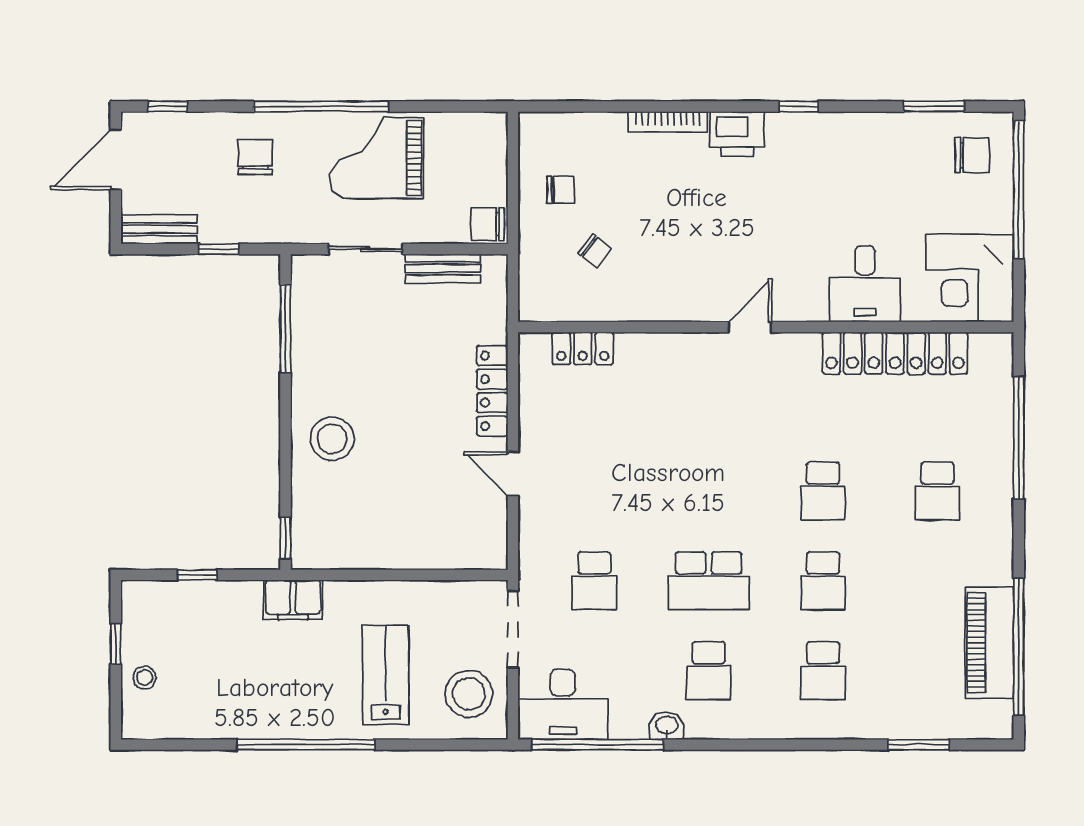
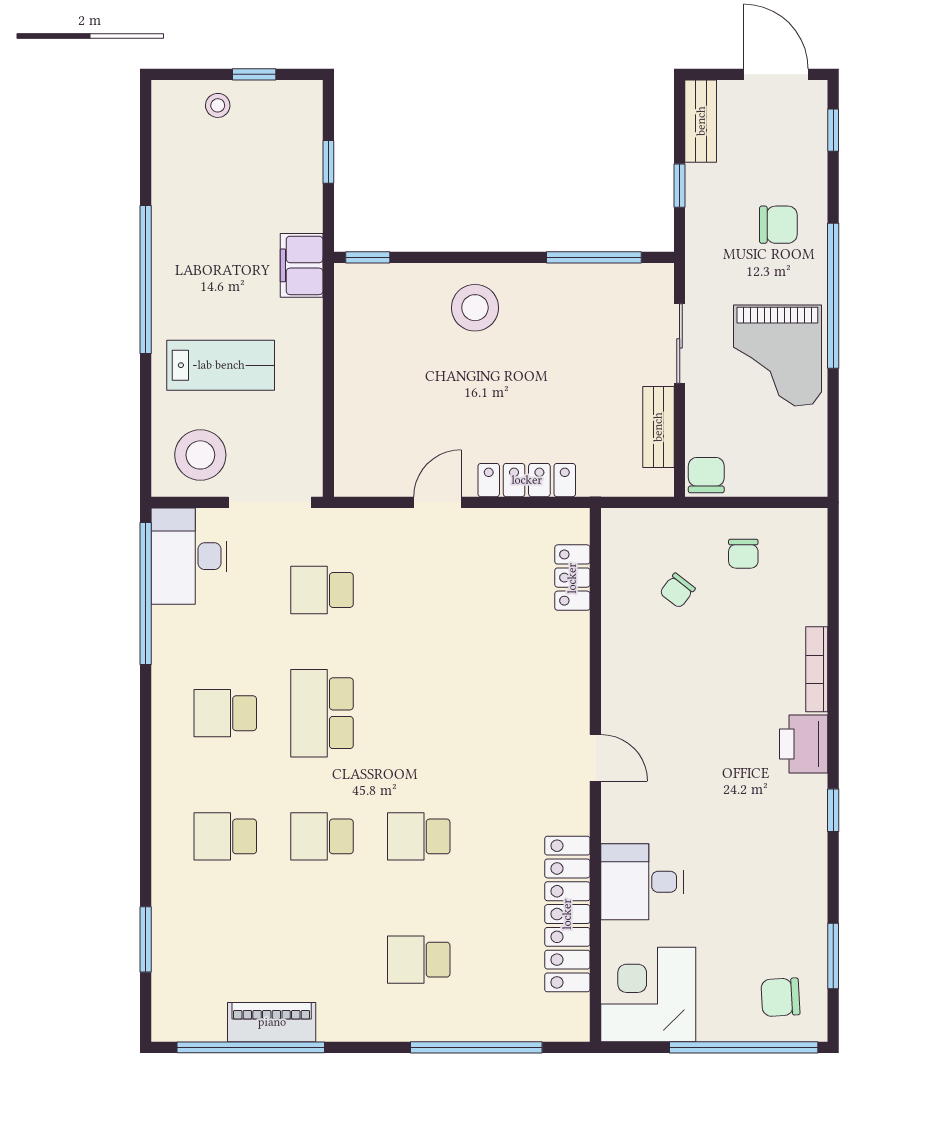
chair: (972, 155) -> (780, 997), turned 87
grand piano: (377, 158) -> (777, 356), turned 180
piano: (989, 643) -> (272, 1022), width x0.73, depth x0.75
washbasin: (667, 726) -> (166, 668), removed

